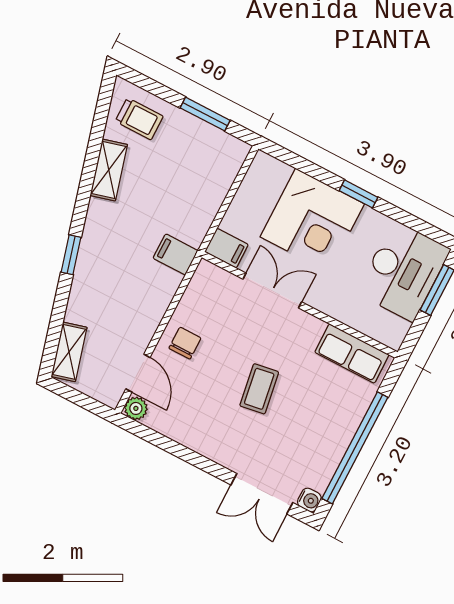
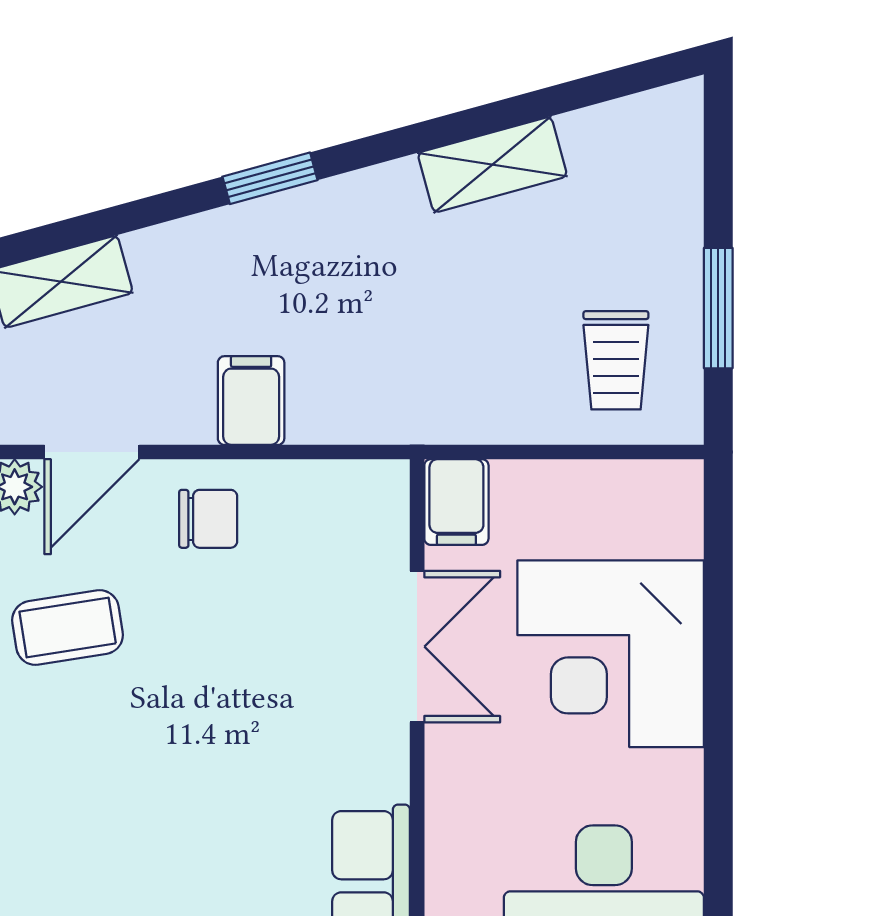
trolley: (139, 119) -> (616, 360), moved
window: (359, 194) -> (718, 723), removed
filing cabinet: (176, 254) -> (251, 401), moved
coffee table: (259, 389) -> (68, 628), moved

